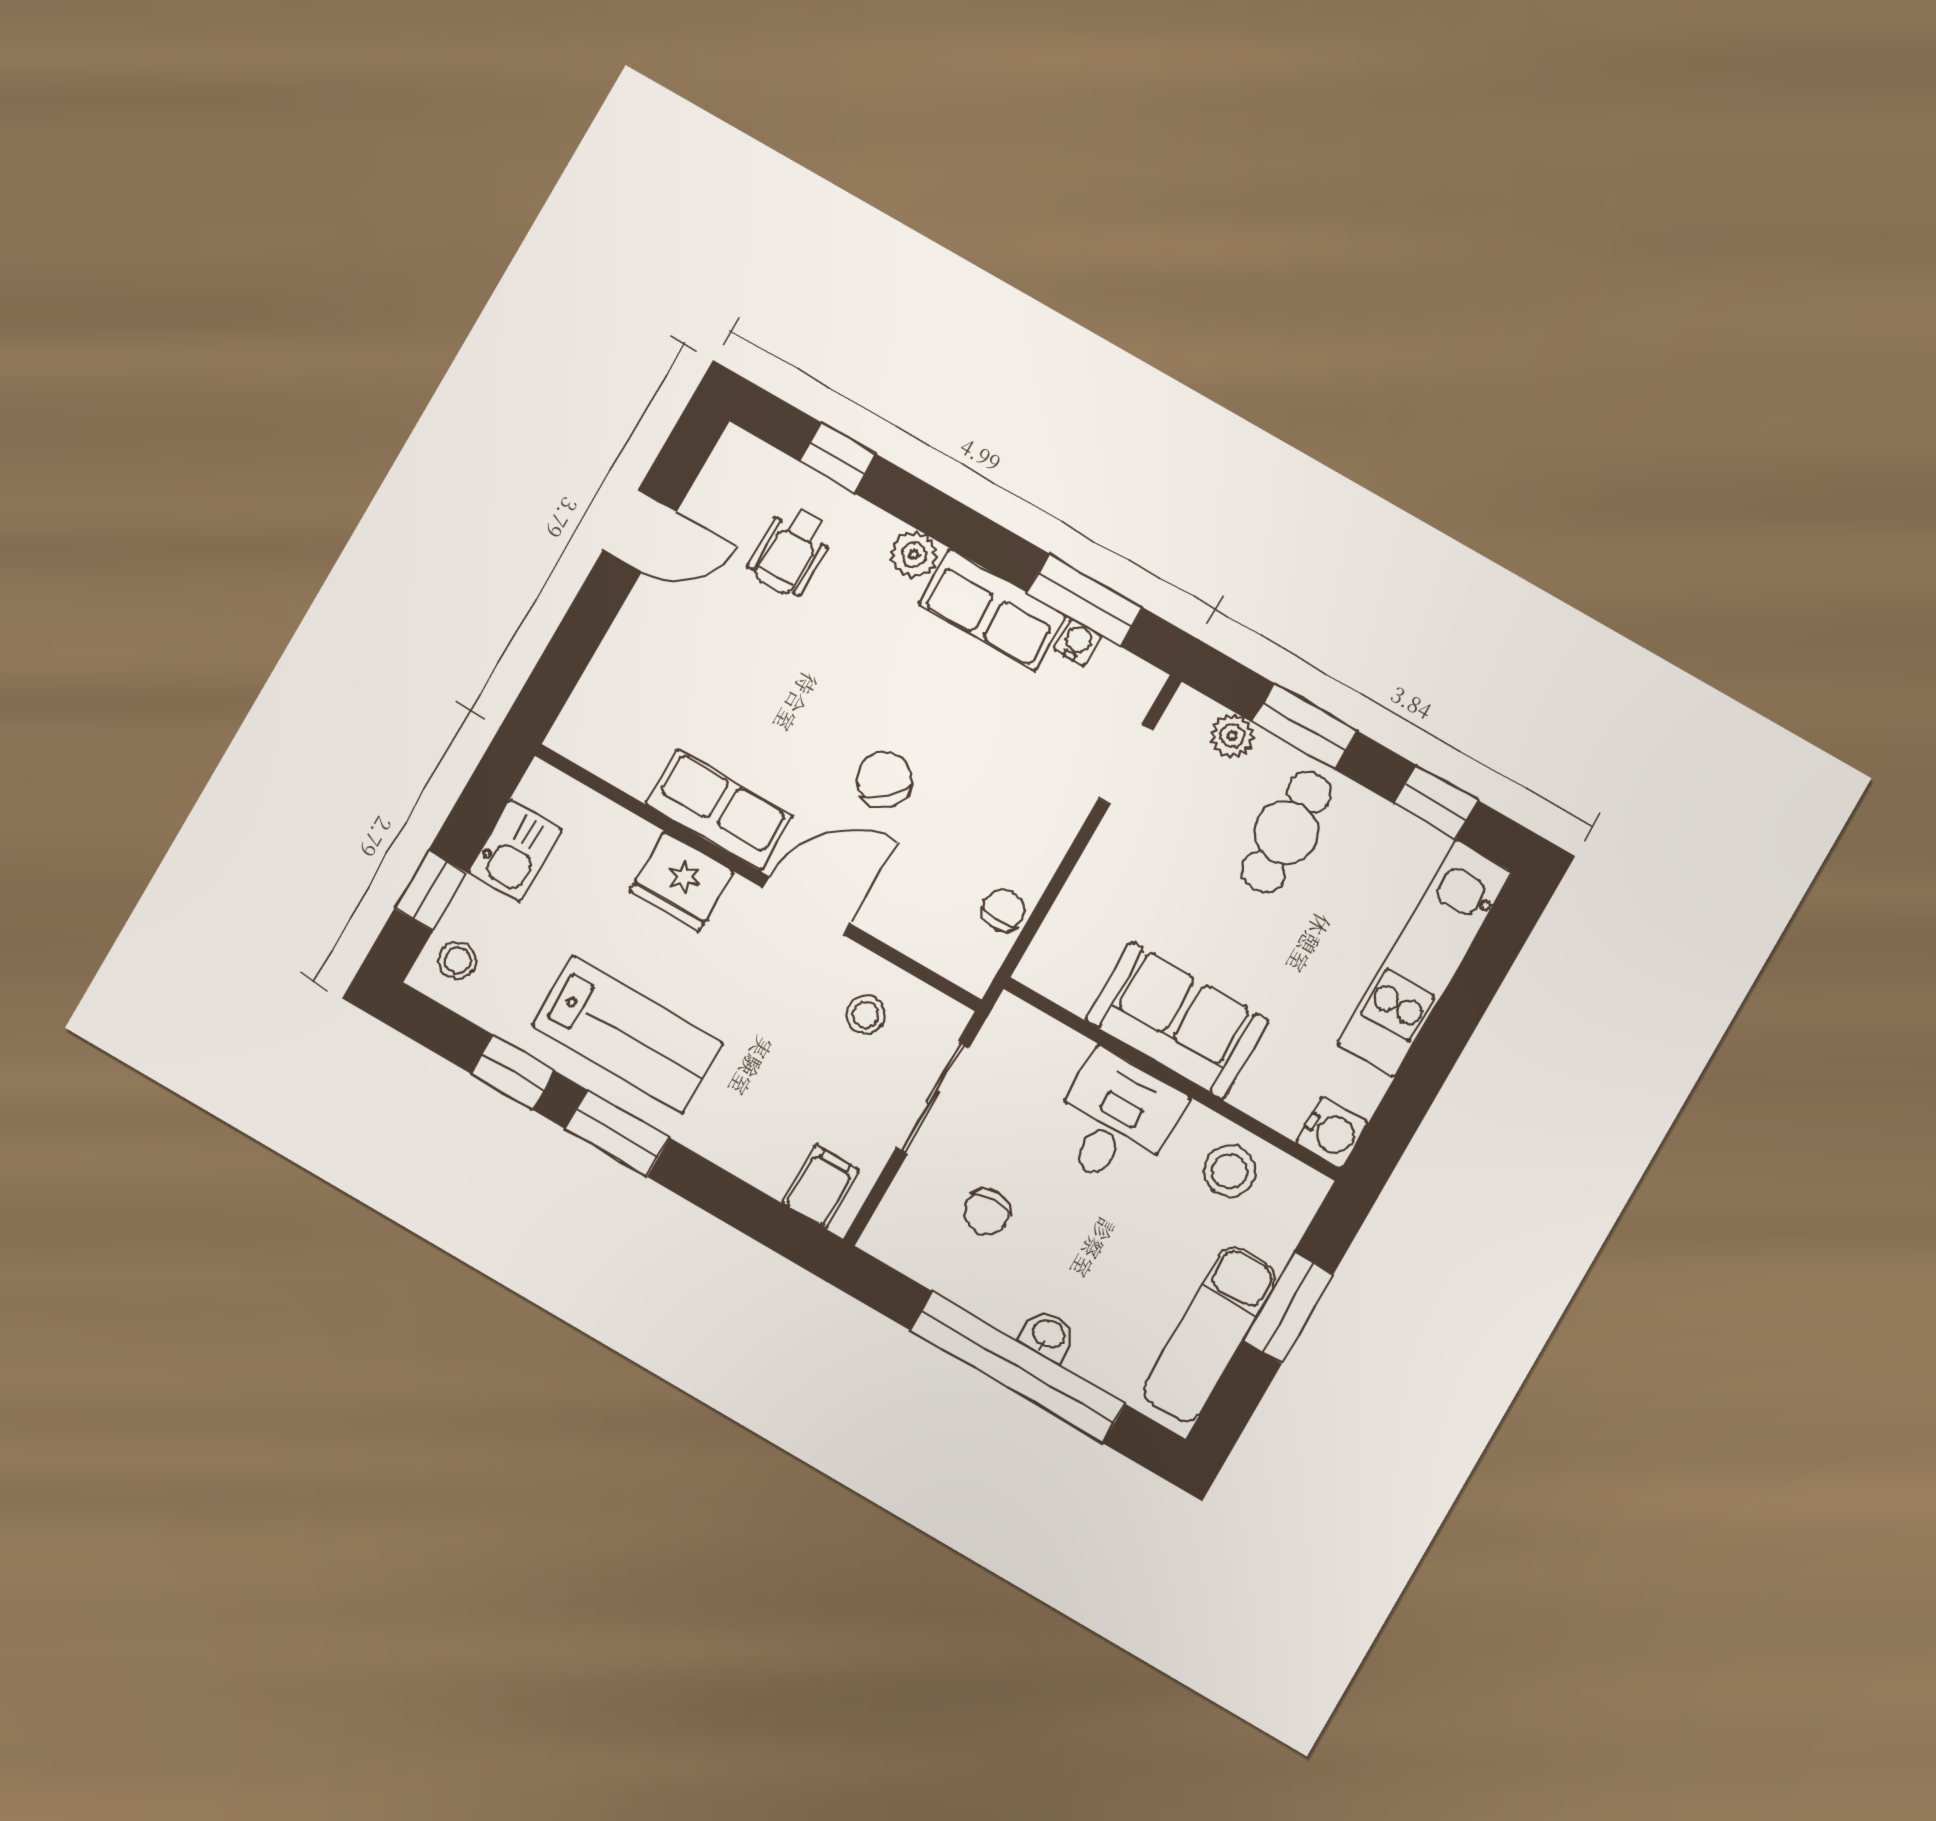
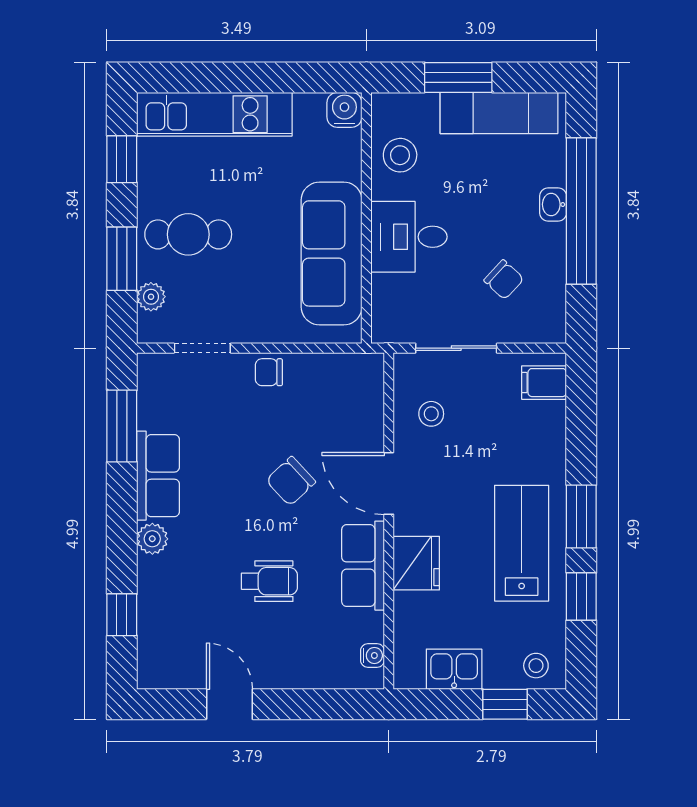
wheelchair: (791, 551) -> (269, 581), moved
water cooler: (1077, 642) -> (372, 655), moved, turned 180
chair: (1003, 910) -> (269, 372), moved
sofa: (1177, 1020) -> (332, 253), width x1.36
chair: (986, 1212) -> (504, 280), turned 43

